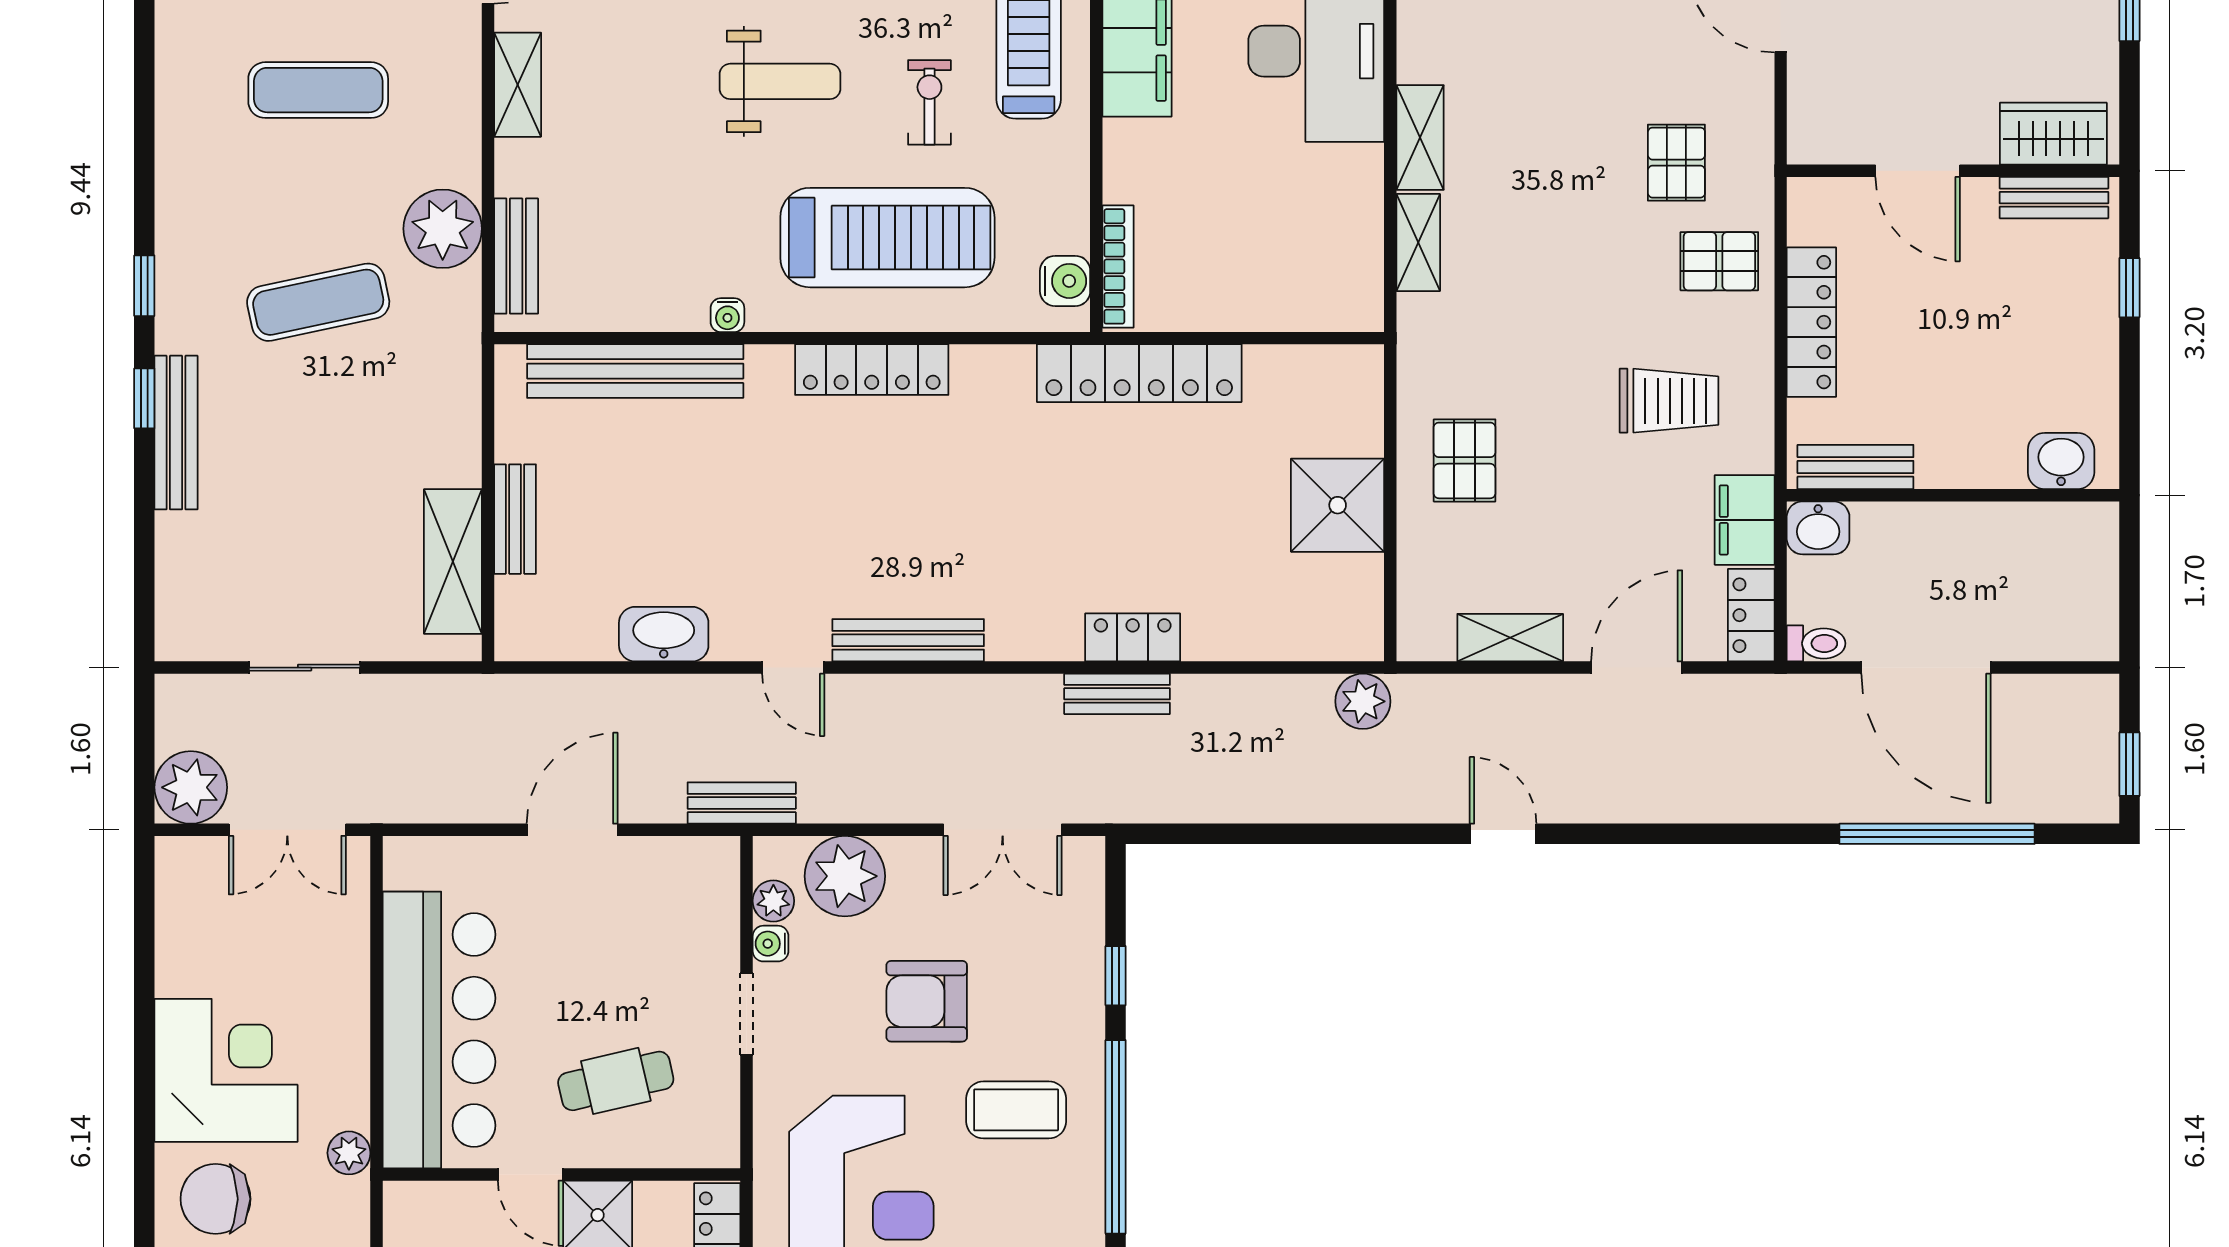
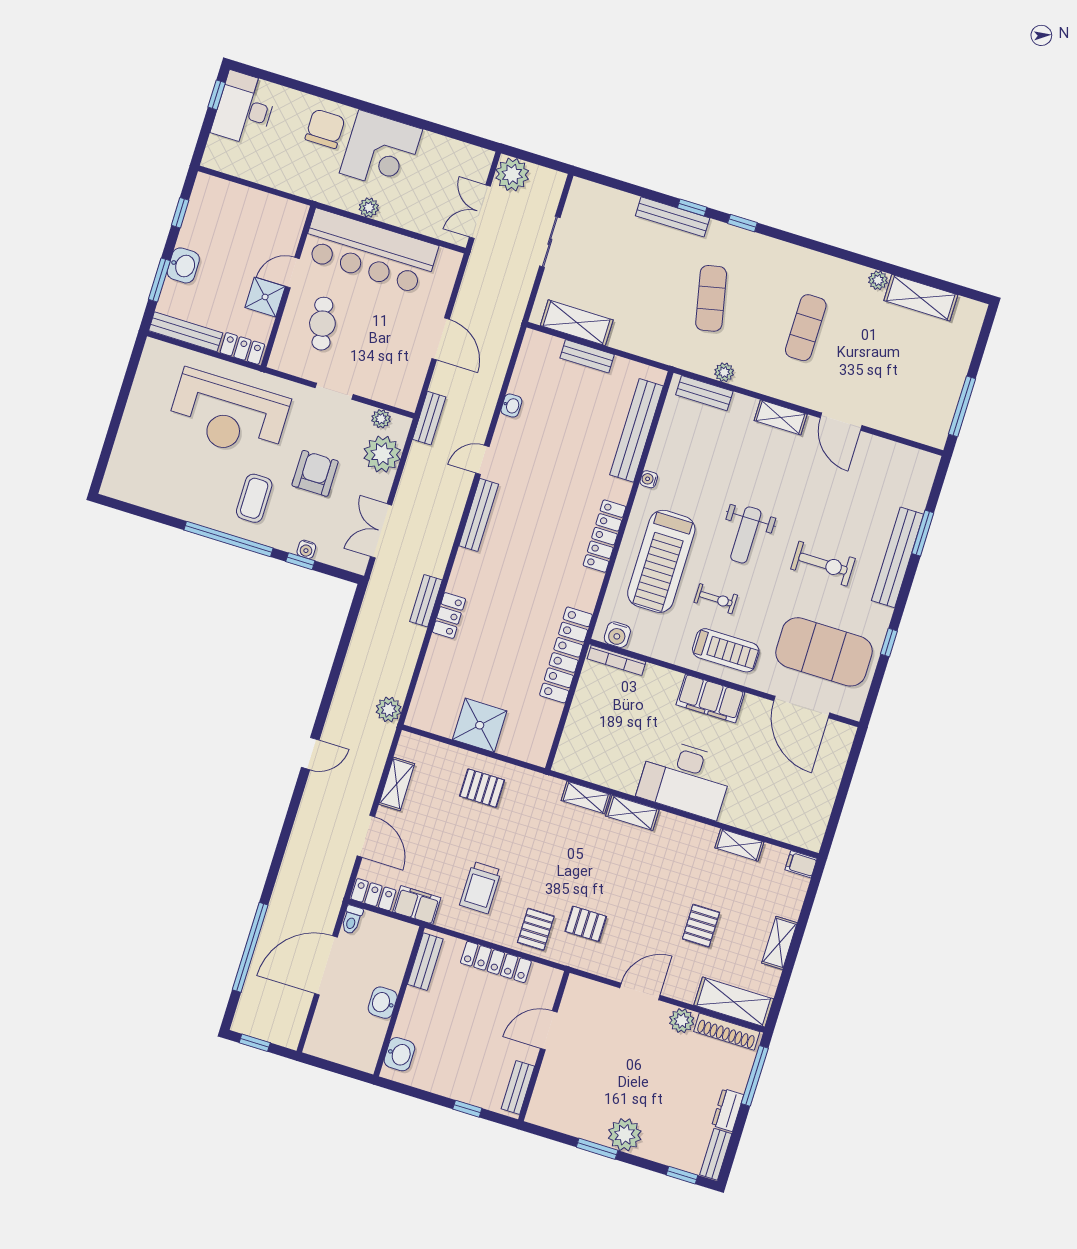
wardrobe: (2053, 134) -> (547, 1096), removed
plant: (443, 229) -> (724, 372), width x0.53, depth x0.53
washbasin: (1818, 528) -> (383, 1003), moved
washbasin: (664, 634) -> (511, 406), width x0.52, depth x0.69
water cooler: (771, 944) -> (306, 549), moved, turned 180
plant: (349, 1153) -> (369, 207), moved

